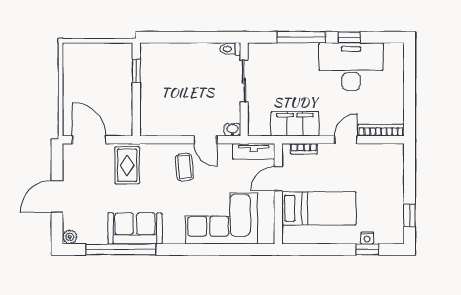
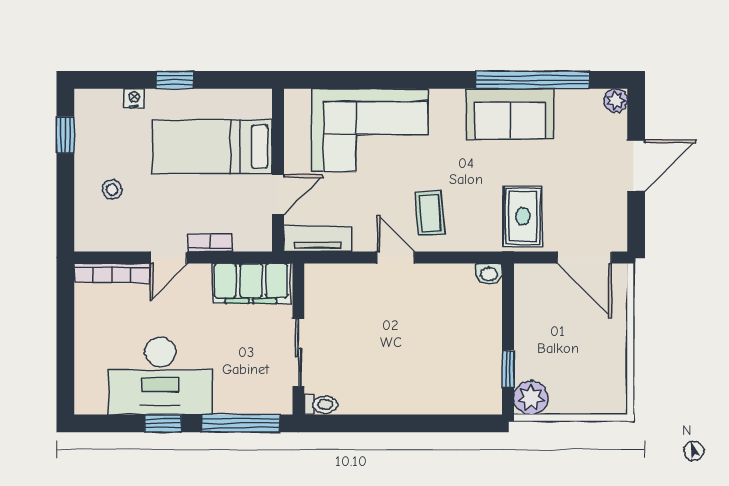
toilet: (230, 49) -> (321, 405), moved
plant: (122, 53) -> (531, 398), added
sliding door: (244, 81) -> (298, 353), moved
wall: (244, 89) -> (298, 339), moved
washbasin: (232, 130) -> (489, 274), moved
bookcase: (304, 149) -> (210, 243), moved
stool: (381, 182) -> (112, 190), added
window: (367, 249) -> (175, 80), moved

